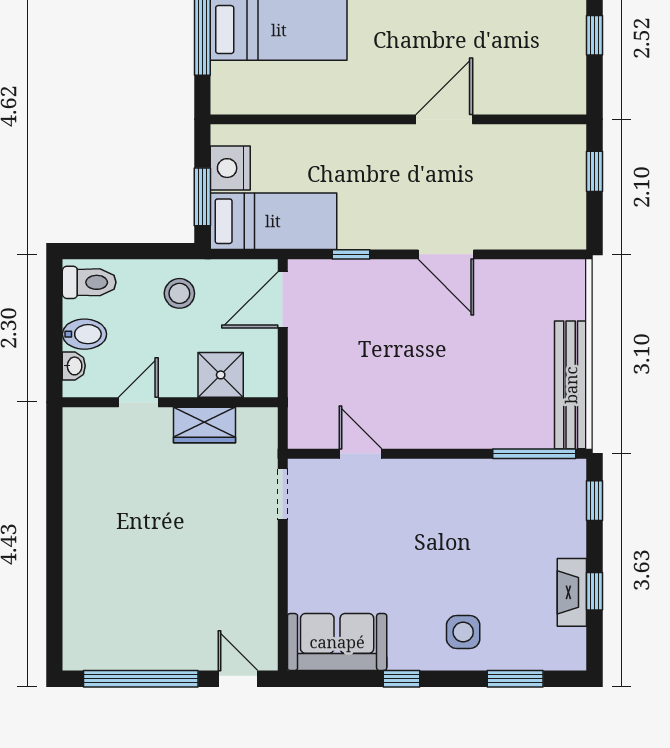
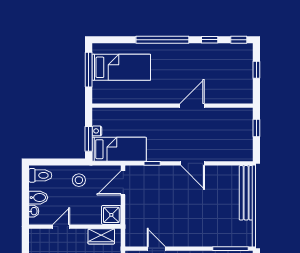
nightstand: (230, 168) -> (97, 131), width x0.53, depth x0.56
shower: (221, 375) -> (111, 215), moved
bench: (571, 385) -> (246, 193), moved
wardrobe: (204, 425) -> (101, 236), moved

